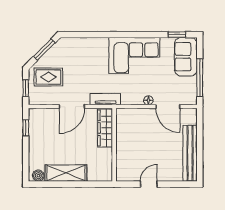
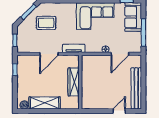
rug: (48, 77) -> (46, 23), moved
door: (168, 107) -> (120, 54), hinge flipped
wardrobe: (105, 128) -> (74, 82), moved
door: (149, 184) -> (119, 111), moved

